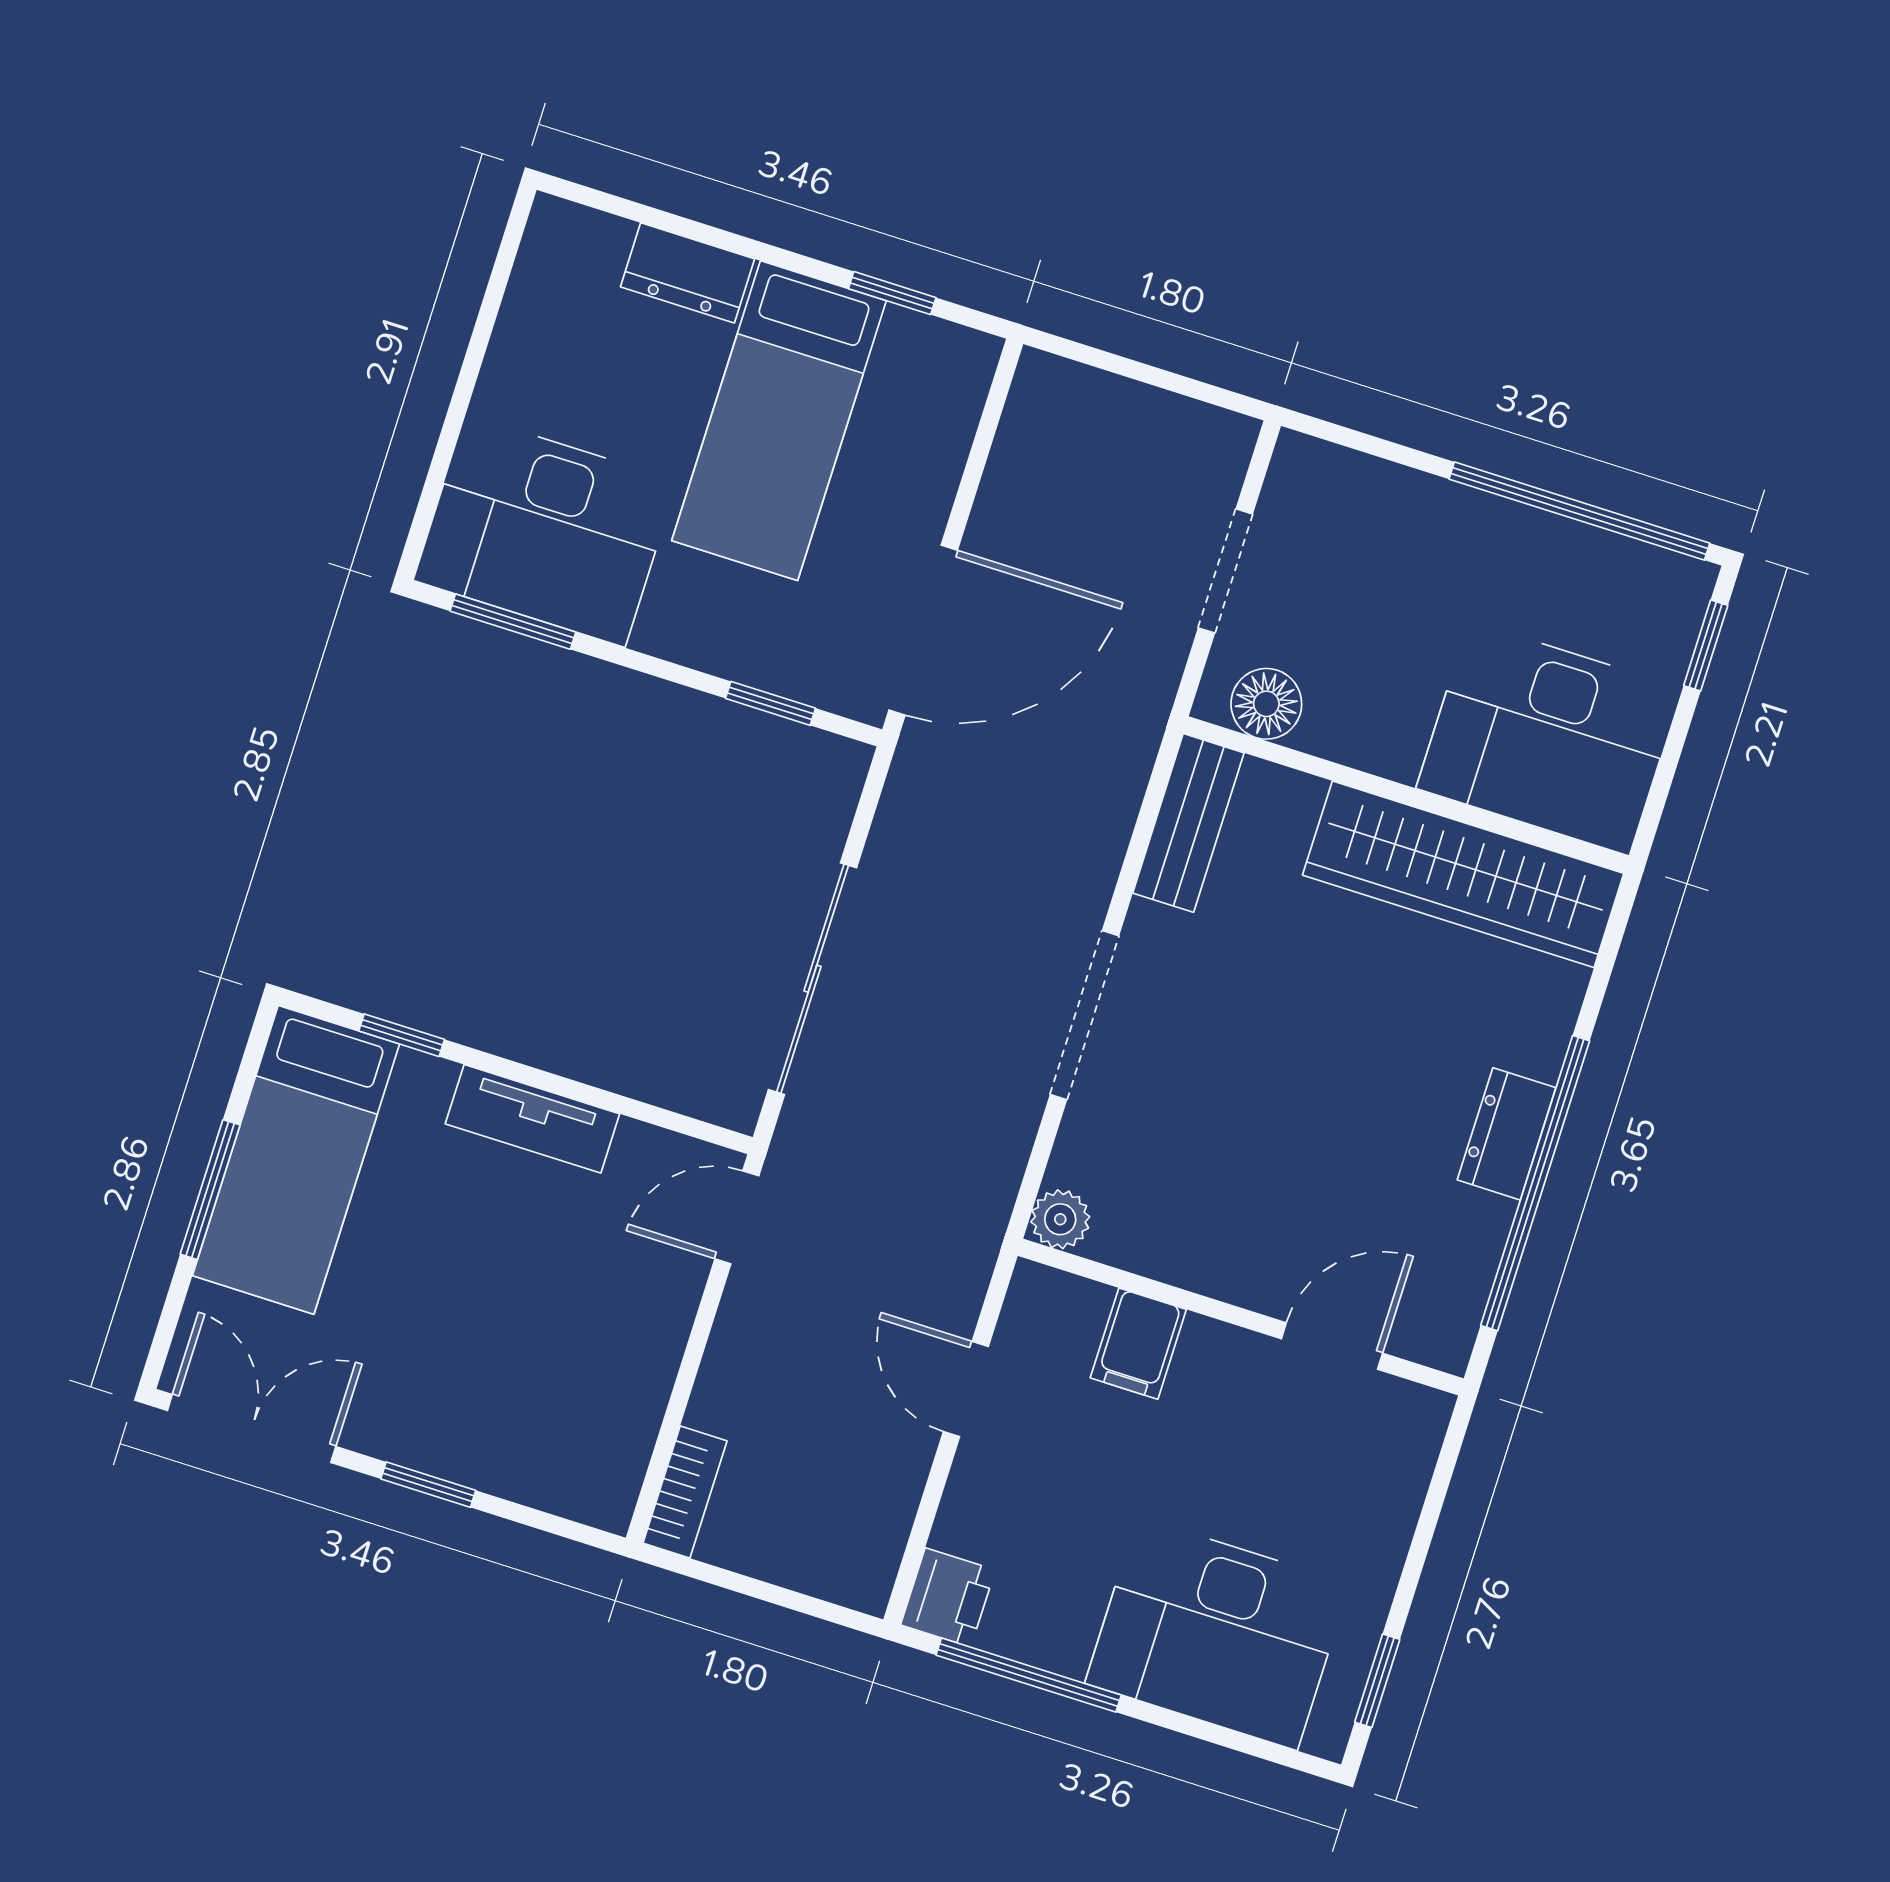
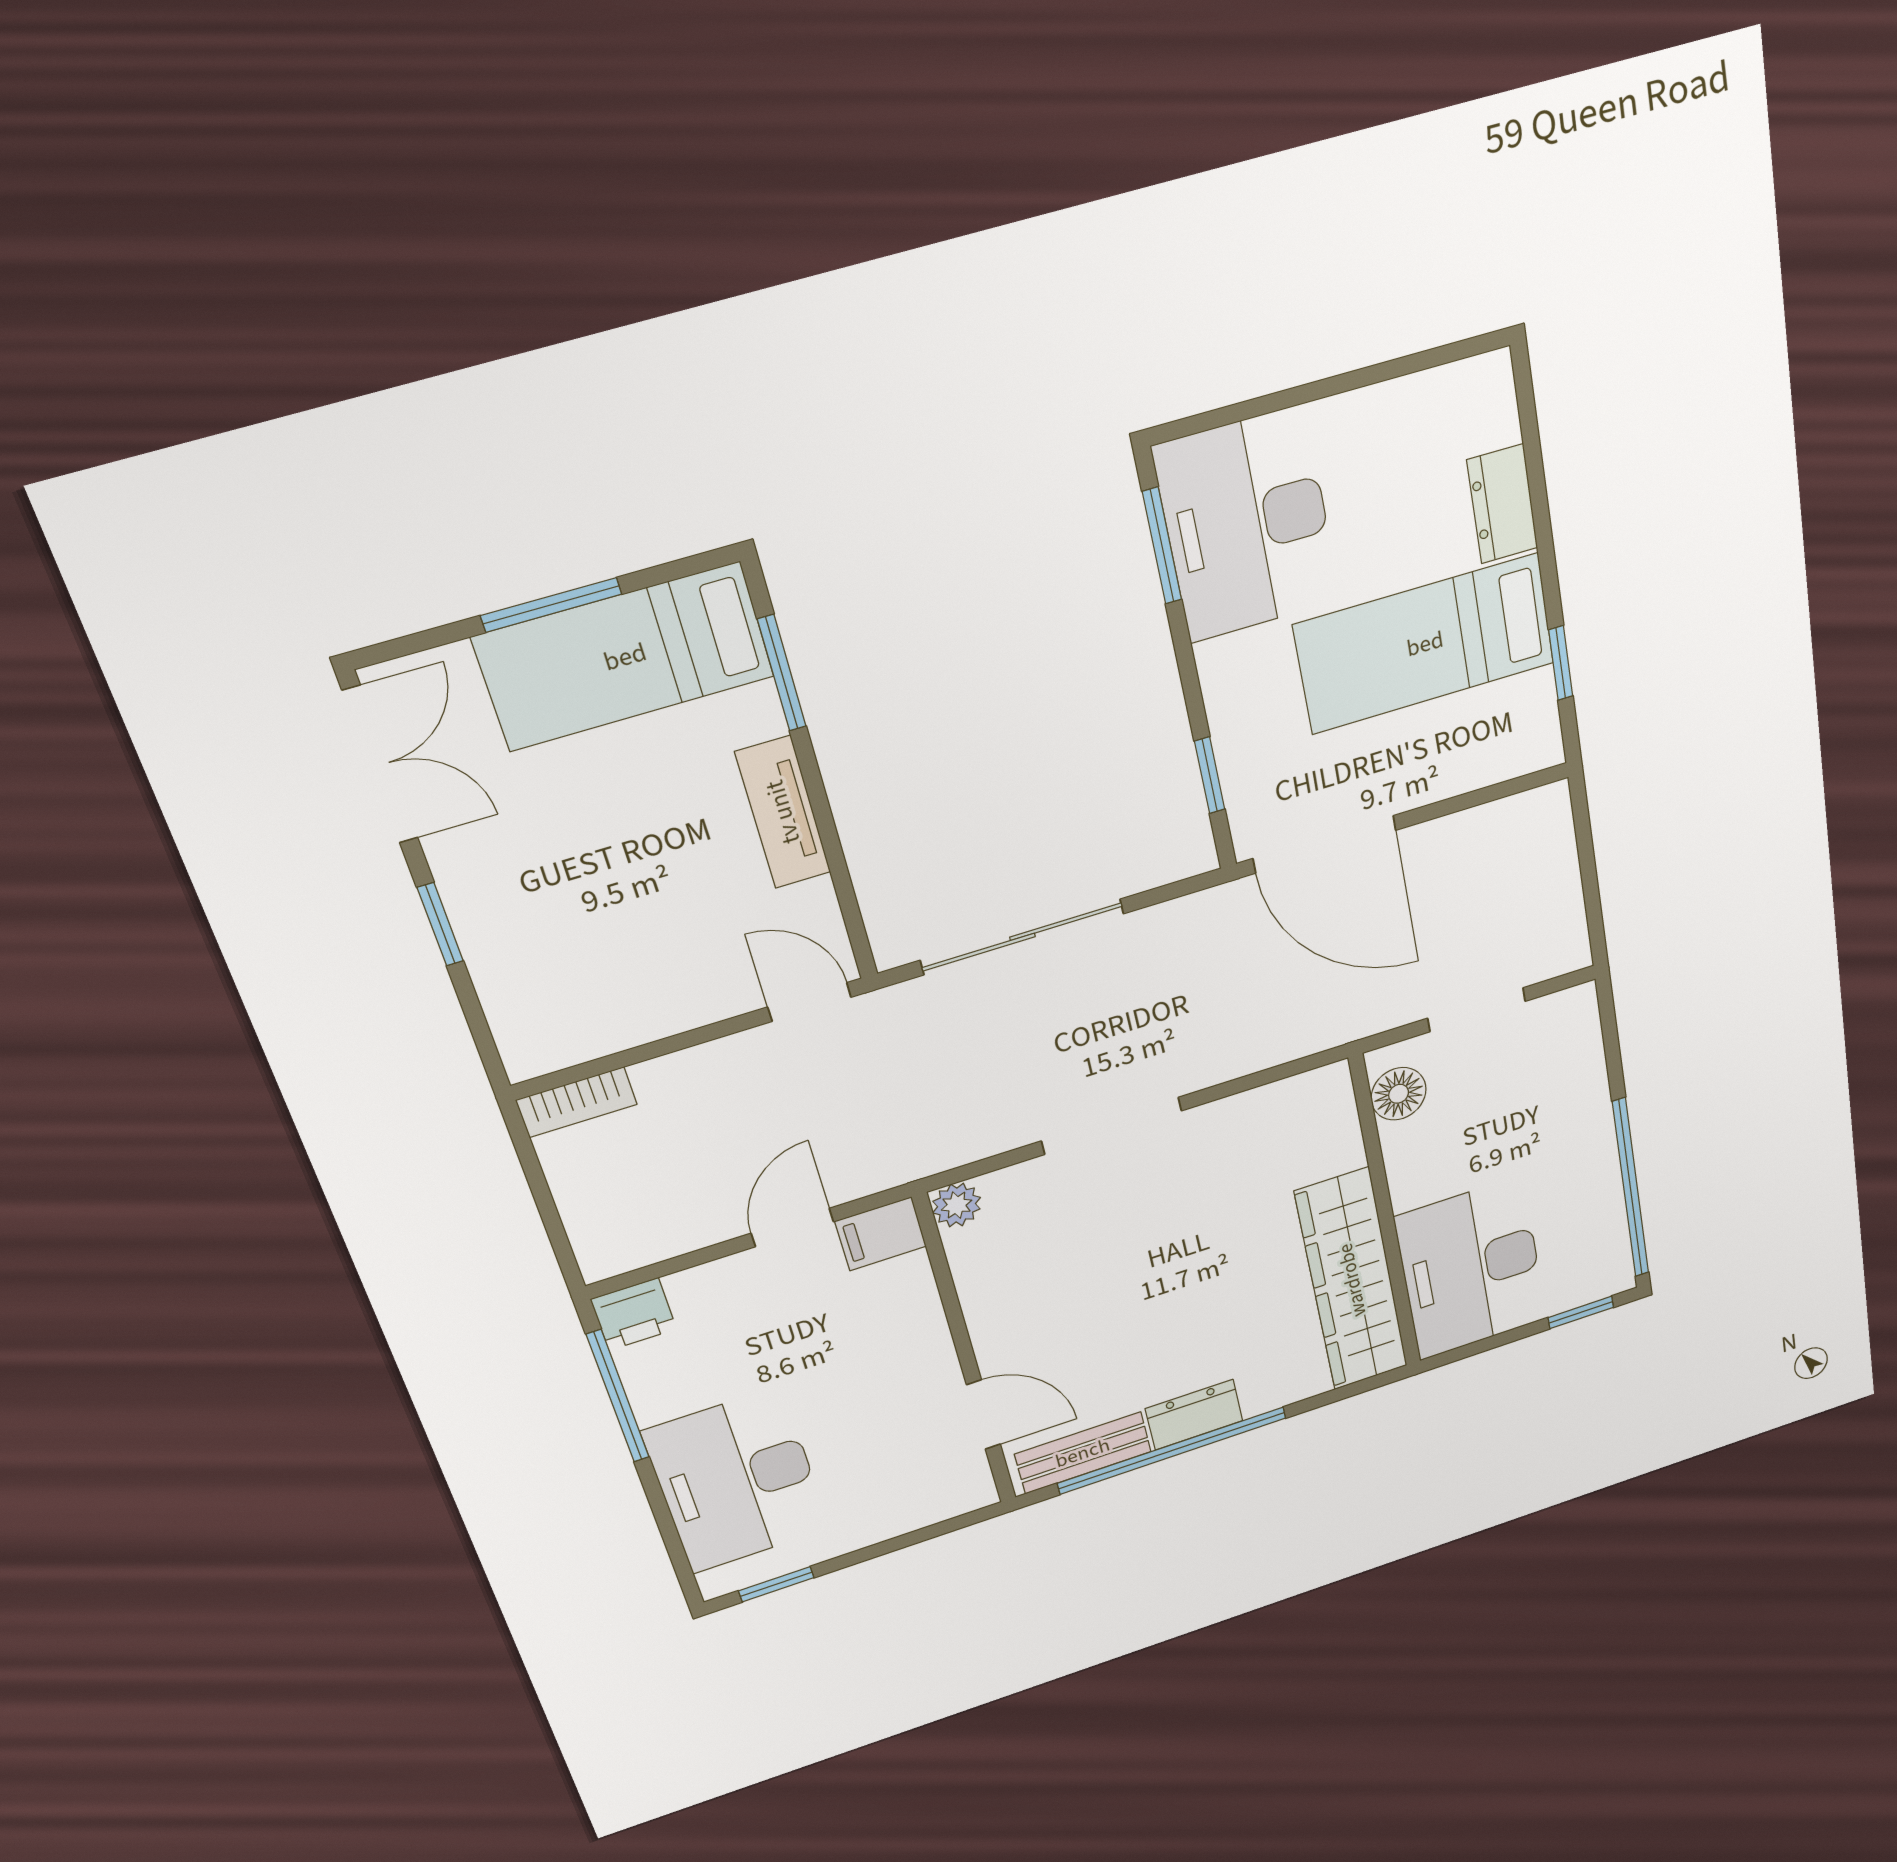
bench: (1188, 823) -> (1083, 1453), moved
window: (402, 1035) -> (782, 673), width x1.50
filing cabinet: (1138, 1344) -> (881, 1234), moved

